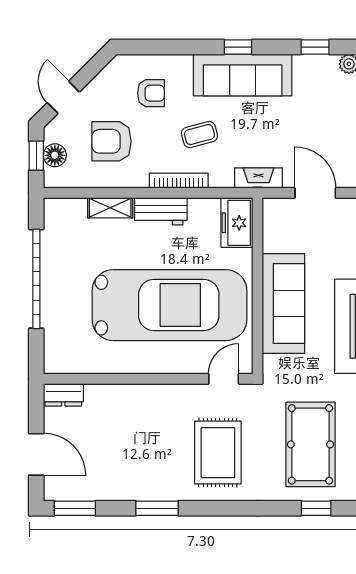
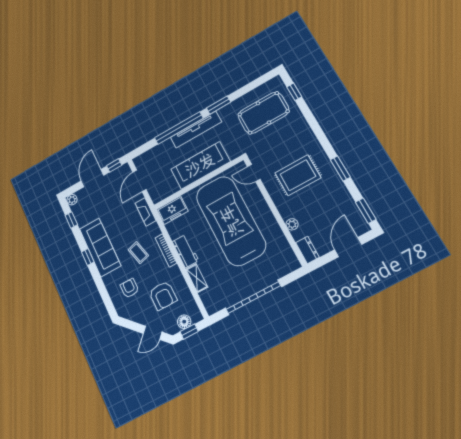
plant: (113, 393) -> (292, 224), added
rug: (218, 453) -> (298, 175), moved

